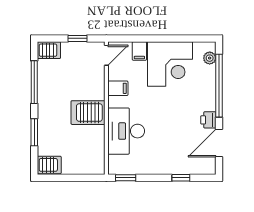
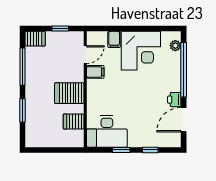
door: (106, 55) -> (85, 55), moved
desk: (126, 131) -> (107, 131), moved, turned -90
server rack: (49, 165) -> (74, 121), moved, turned 180
window: (126, 178) -> (121, 150), moved

